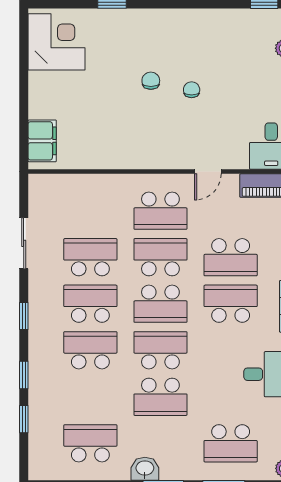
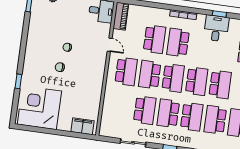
corner desk: (56, 42) -> (39, 108), width x1.36, depth x1.36
school desk: (90, 257) -> (145, 110), turned 180
school desk: (90, 350) -> (192, 117), turned 180
school desk: (160, 350) -> (197, 81), turned 180
school desk: (90, 397) -> (215, 120), added

